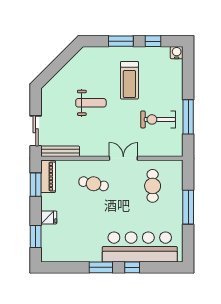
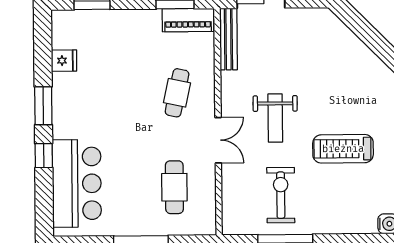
weight bench: (91, 103) -> (275, 118), moved
cafe table: (153, 186) -> (174, 187), turned 90
fridge: (49, 217) -> (64, 61), moved, turned -90
bar counter: (140, 247) -> (77, 183), width x0.73

